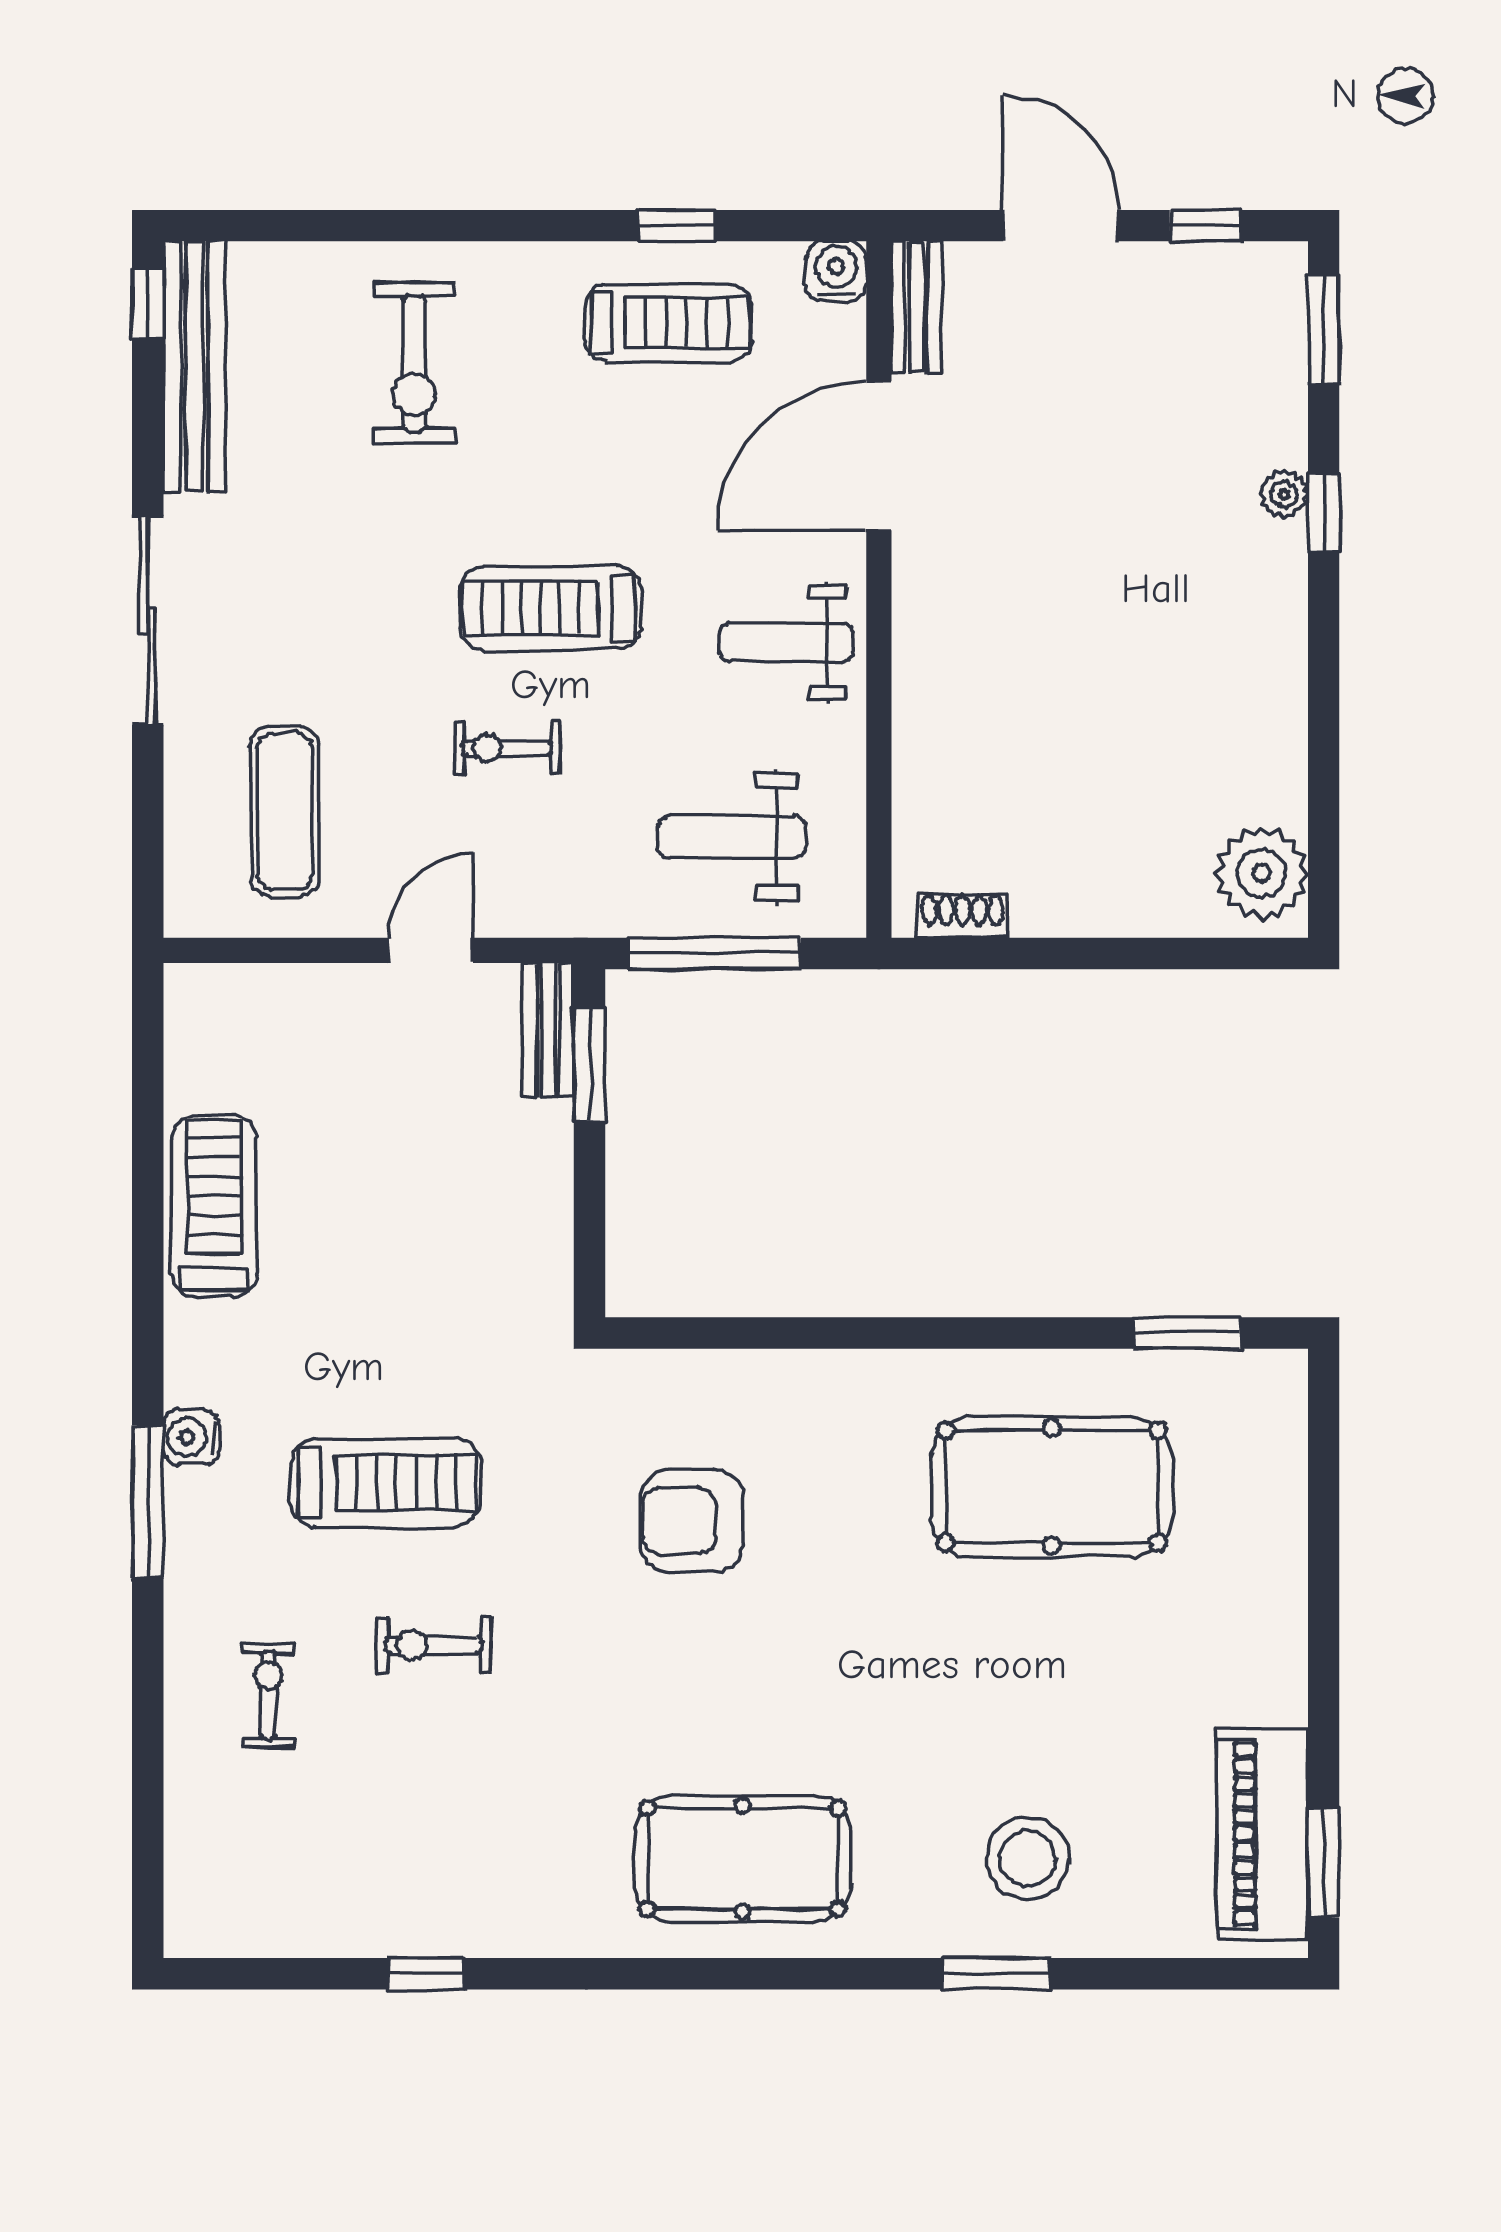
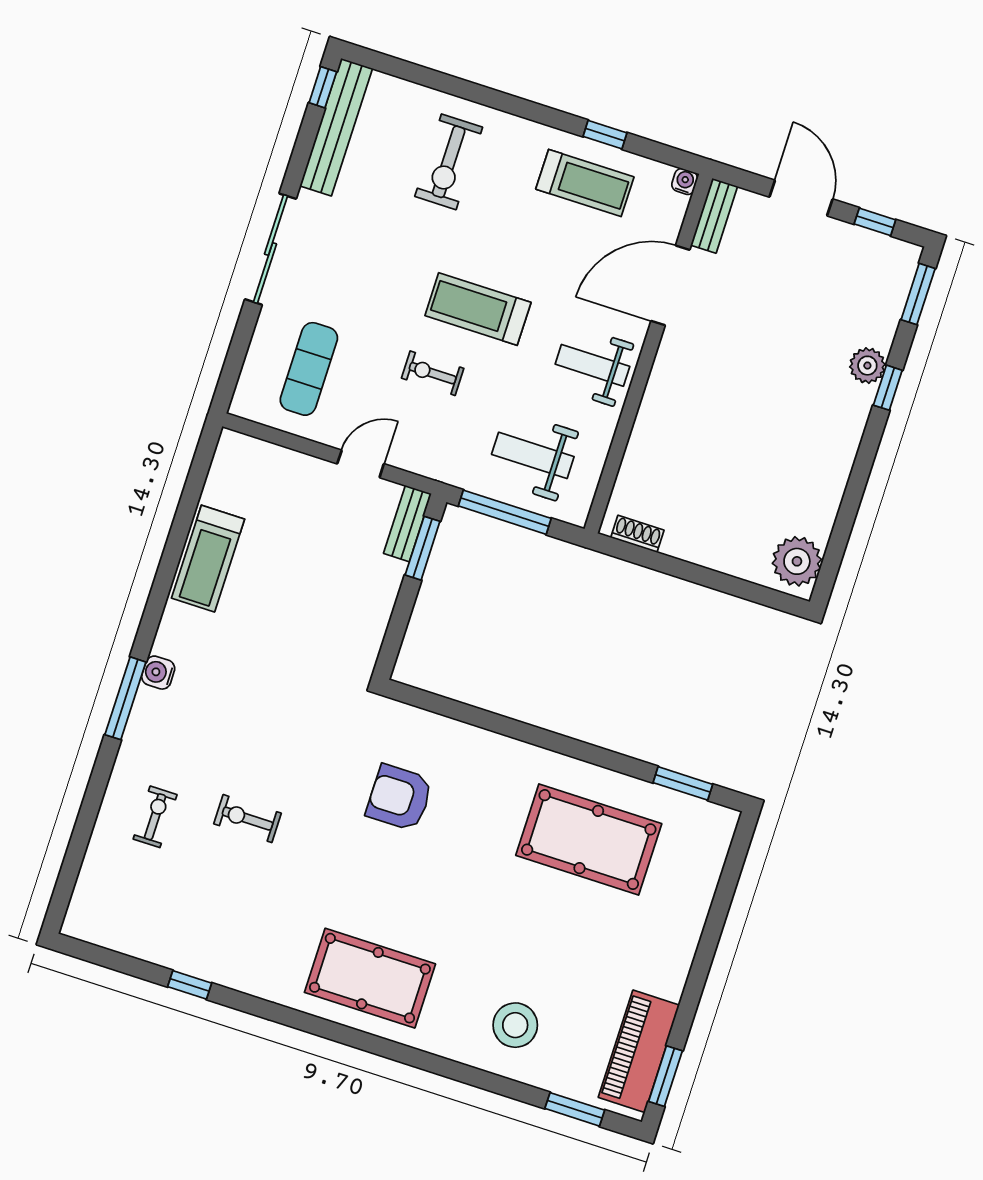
water cooler: (836, 271) -> (685, 181), width x0.72, depth x0.72
plant: (1284, 494) -> (867, 366), width x1.38, depth x1.38
treadmill: (214, 1206) -> (208, 559), turned 180
treadmill: (385, 1483) -> (250, 728), removed
window: (996, 1974) -> (575, 1109), moved

